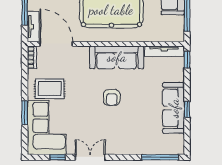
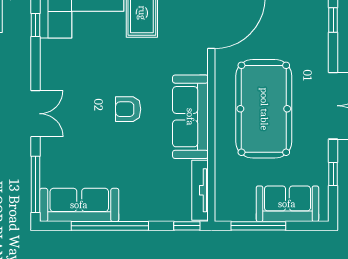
sofa: (174, 108) -> (79, 205), moved
window: (187, 109) -> (110, 226), width x3.17
double door: (90, 157) -> (36, 114), moved

